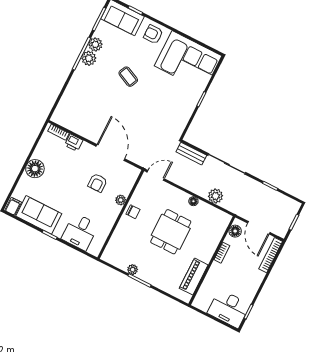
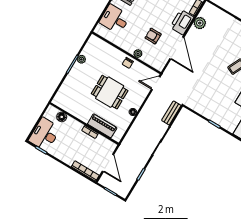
printer: (74, 143) -> (182, 22), width x1.87, depth x1.48
door: (110, 152) -> (177, 48), hinge flipped
door: (156, 175) -> (156, 83), swing flipped
plant: (216, 196) -> (200, 23), moved
door: (259, 228) -> (108, 163), swing flipped
floor lamp: (235, 231) -> (62, 117), moved
piano: (194, 277) -> (102, 126), moved

